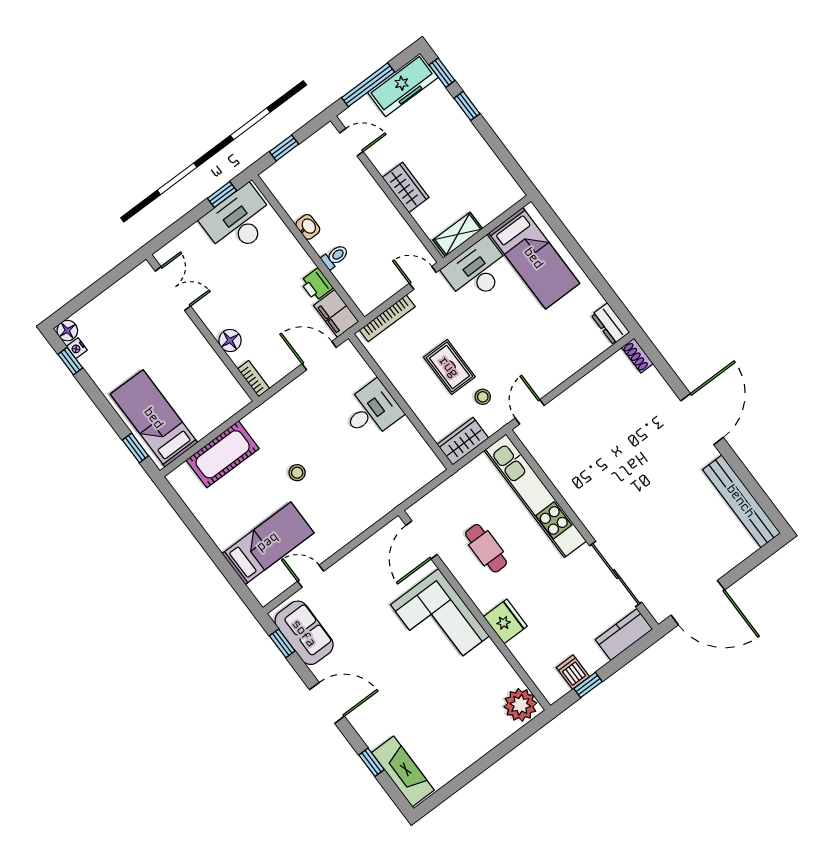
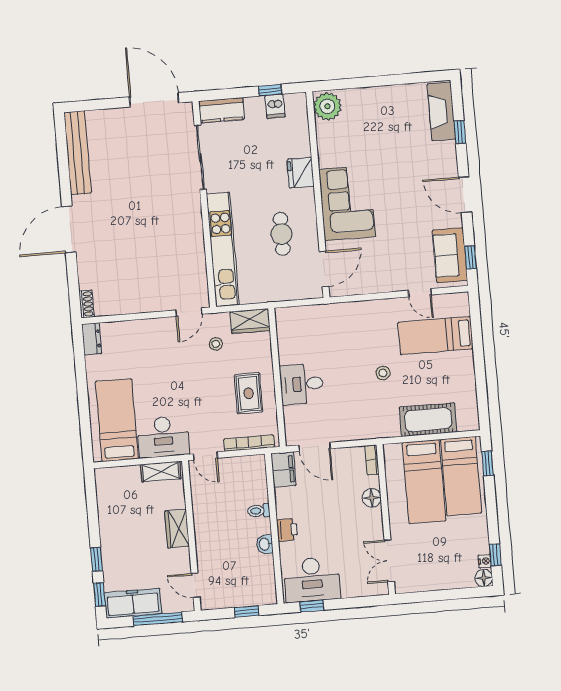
printer: (317, 285) -> (287, 530), moved
rug: (449, 367) -> (249, 393), moved
bed: (188, 390) -> (424, 482), added

